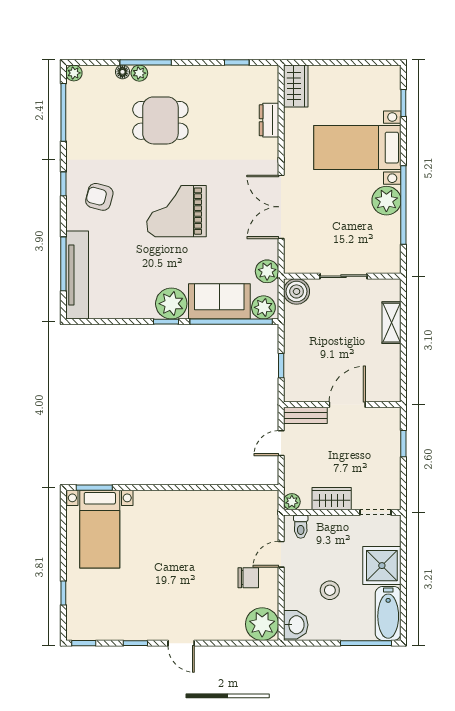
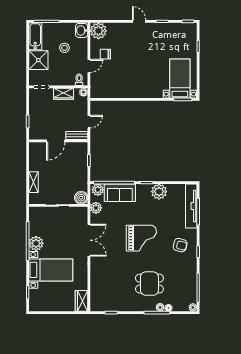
dresser: (269, 120) -> (95, 284), removed
plant: (171, 304) -> (159, 192), moved

